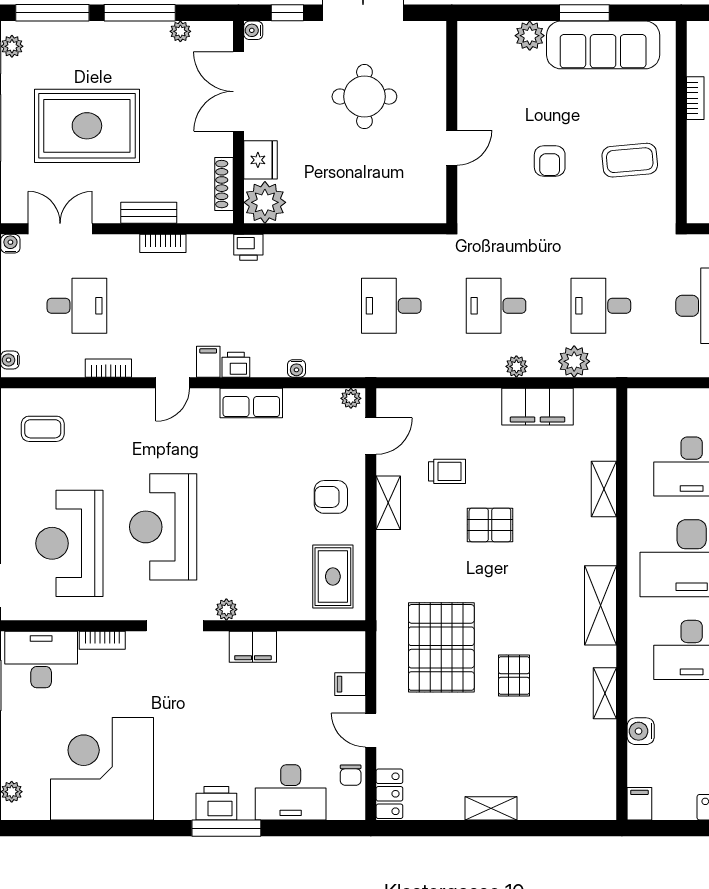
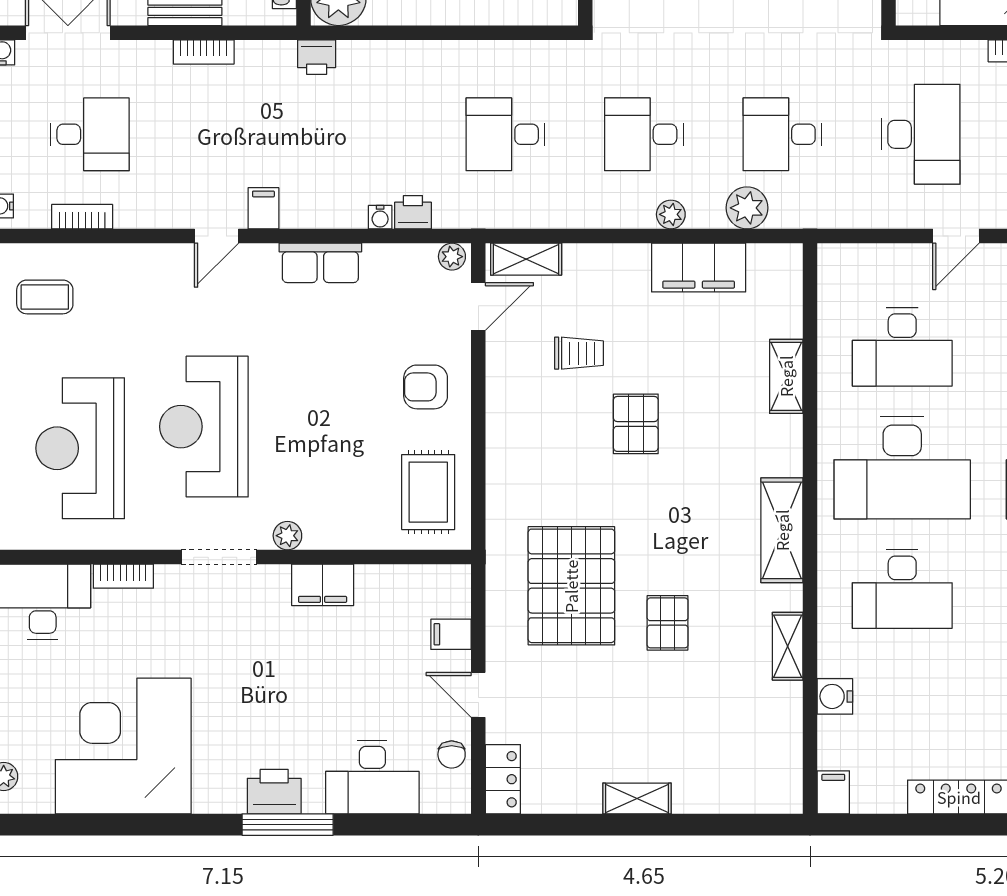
printer: (236, 365) -> (413, 212), moved
bookcase: (108, 368) -> (82, 217), moved
shelving: (388, 503) -> (526, 259), moved, turned 90
pallet: (490, 525) -> (636, 424), turned 90

